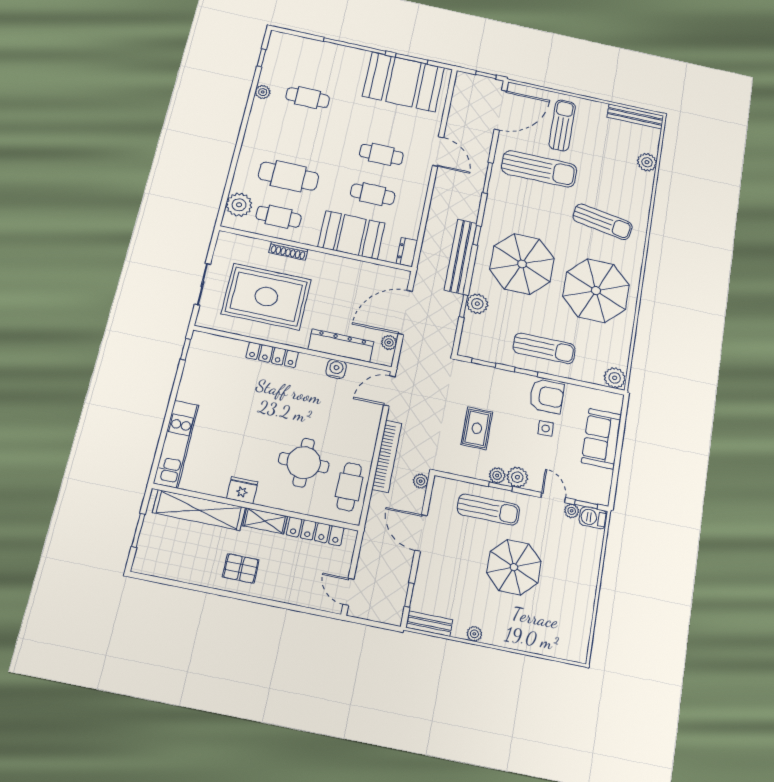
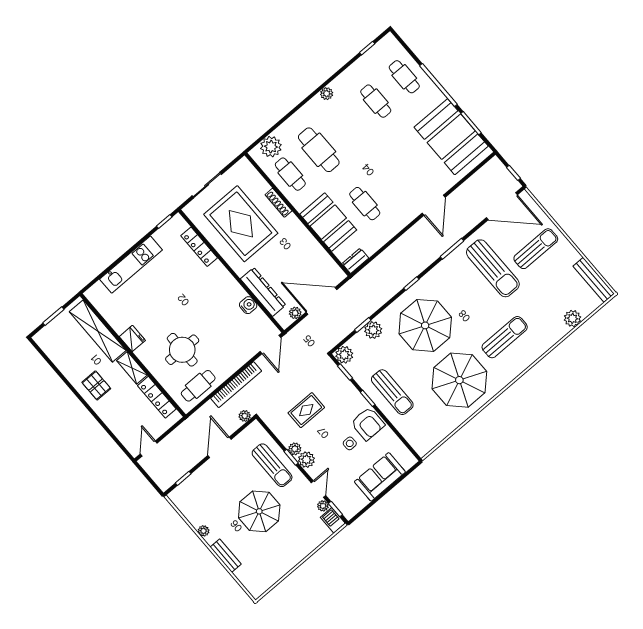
plant: (263, 92) -> (327, 94), moved
cafe table: (381, 154) -> (404, 77), moved
sun lounger: (603, 222) -> (505, 337), turned -100
bench: (461, 256) -> (388, 290), removed
locker: (272, 355) -> (199, 247), moved
plant: (615, 378) -> (344, 355), moved
door: (389, 391) -> (271, 344), swing flipped
kitchen unit: (176, 444) -> (131, 265), moved
bench: (429, 624) -> (226, 556), moved

